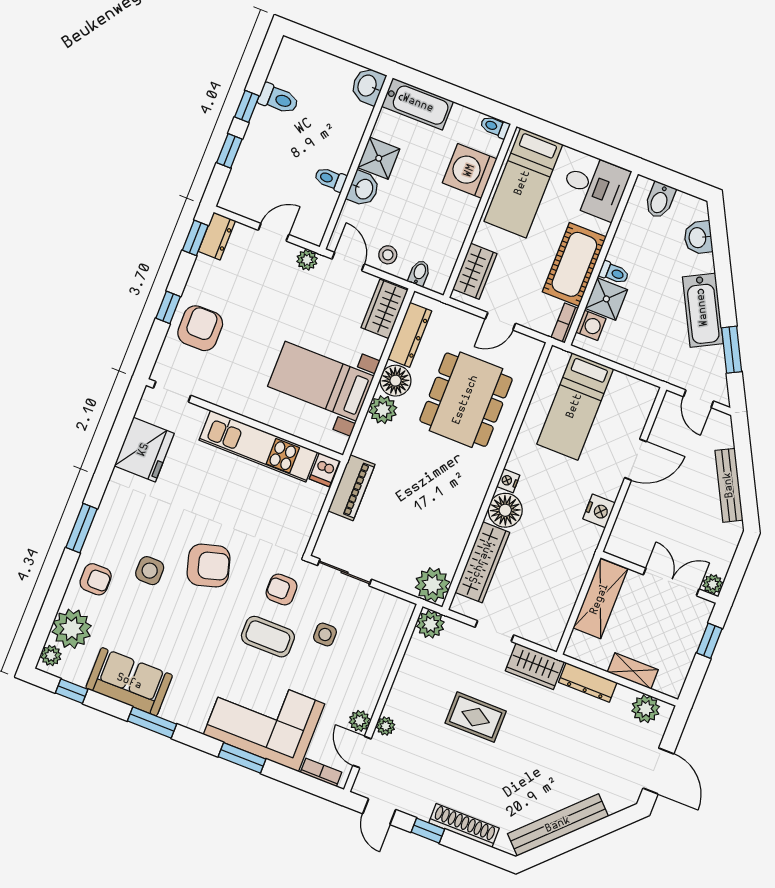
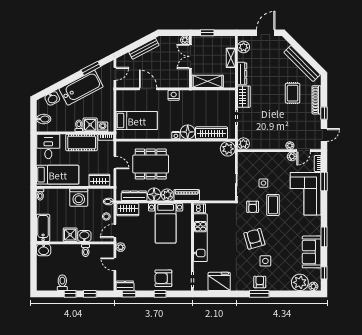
washing machine: (470, 171) -> (79, 197), moved
bathtub: (703, 310) -> (81, 88), width x1.36, depth x1.36
piano: (352, 488) -> (187, 195), moved
armchair: (96, 579) -> (260, 282), moved
rug: (476, 717) -> (293, 93), moved
window: (242, 758) -> (324, 181), moved

